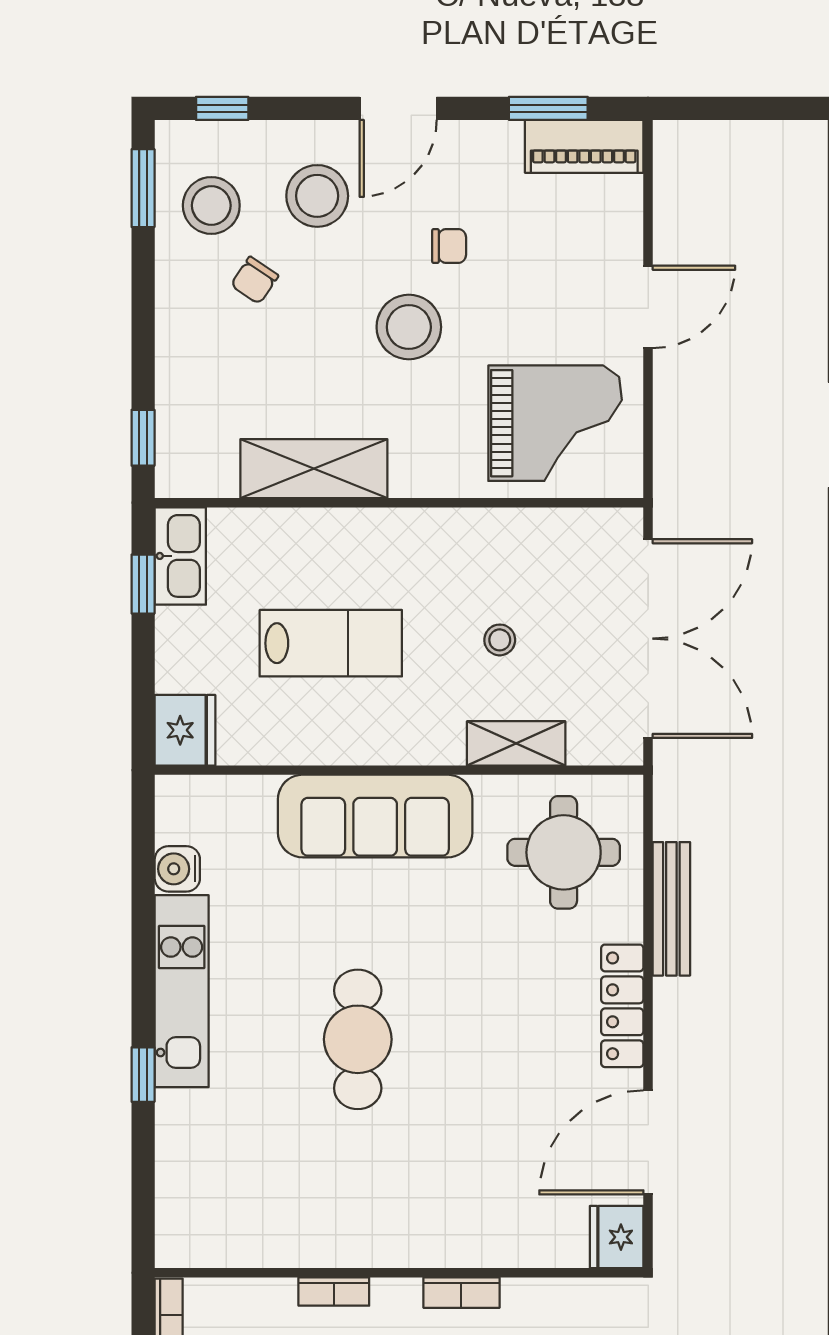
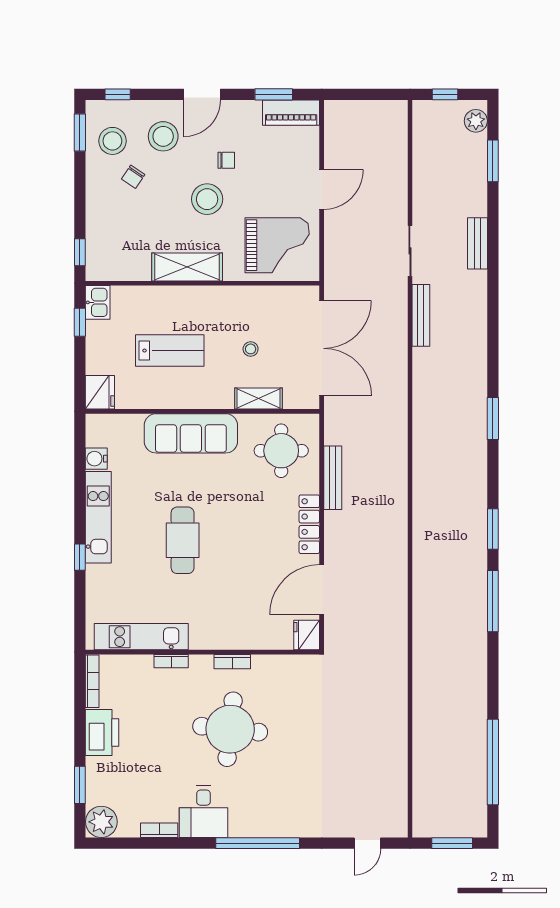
shelving: (314, 469) -> (187, 267), moved
kitchen sink: (180, 556) -> (98, 302), width x0.73
kitchen unit: (271, 1241) -> (141, 637), added

